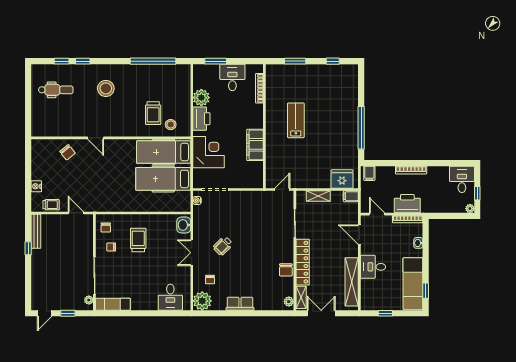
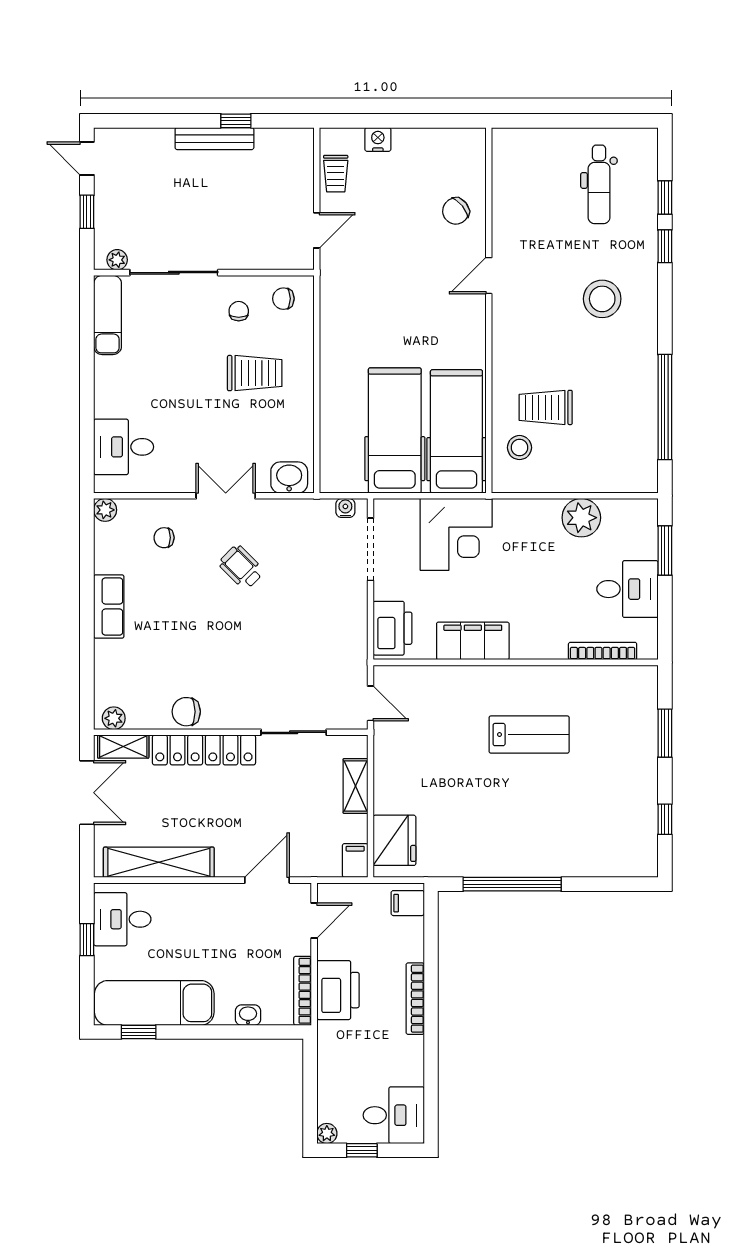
printer: (201, 119) -> (393, 628), moved, turned -90
bench: (36, 231) -> (214, 139), moved
desk: (373, 267) -> (122, 919), moved, turned -90
plant: (202, 301) -> (105, 510), width x0.53, depth x0.53

